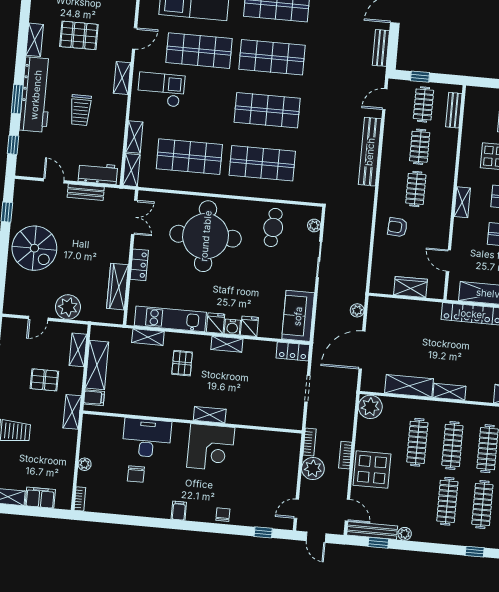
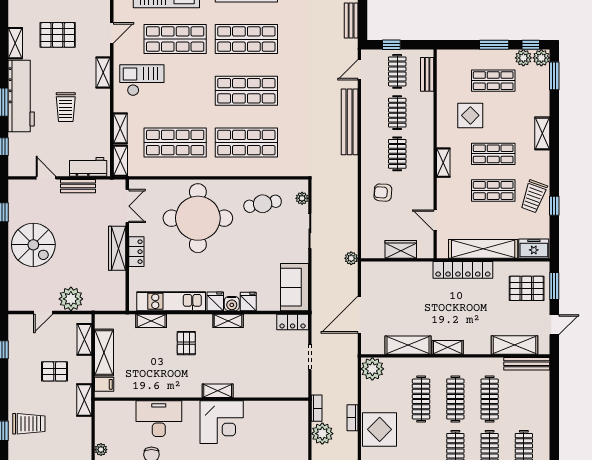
cafe table: (273, 227) -> (263, 204), turned 74
wardrobe: (118, 287) -> (117, 248), moved
plant: (357, 310) -> (351, 258), moved

